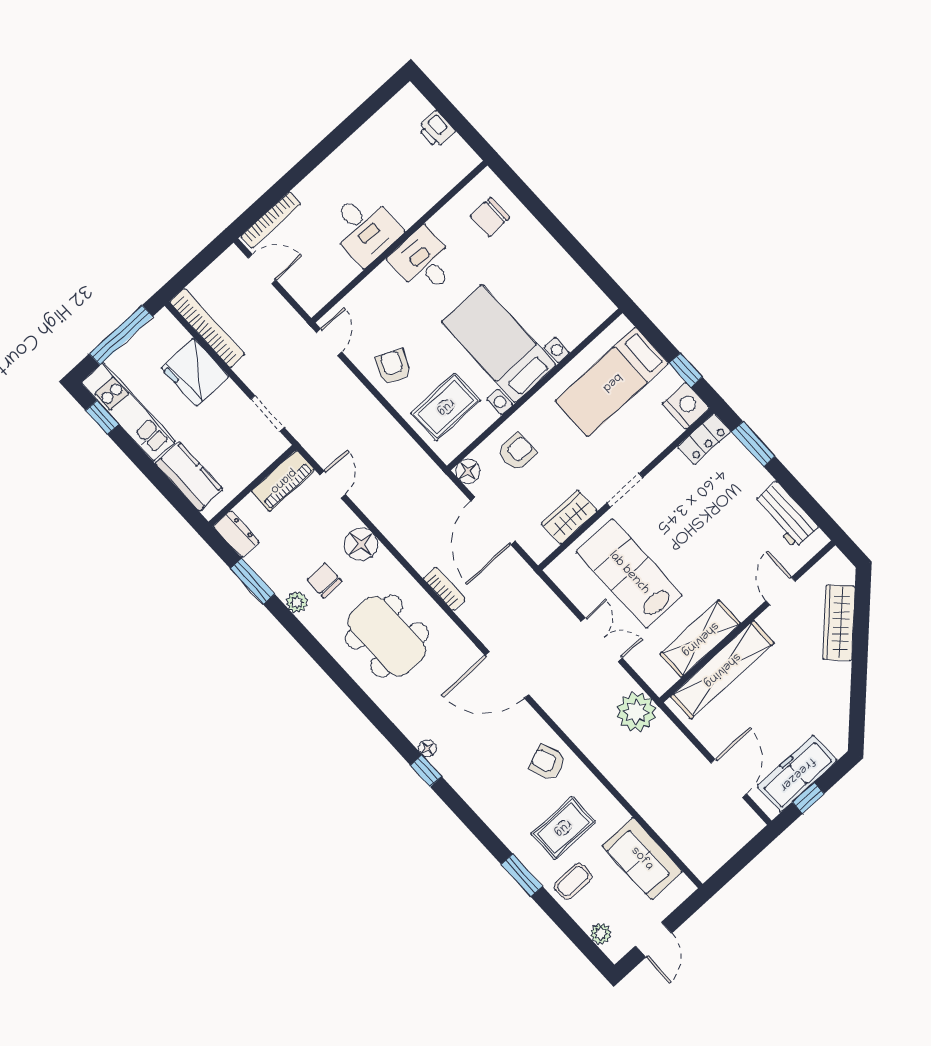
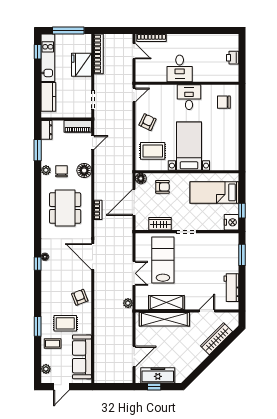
locker: (704, 439) -> (227, 239), removed
plant: (636, 712) -> (128, 303), width x0.53, depth x0.53
sofa: (642, 859) -> (82, 357), width x1.36

